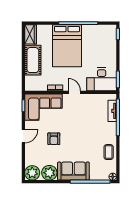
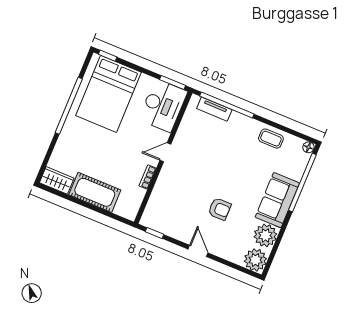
bed: (67, 46) -> (108, 94), moved, turned 90
corner sofa: (43, 107) -> (168, 205), removed

